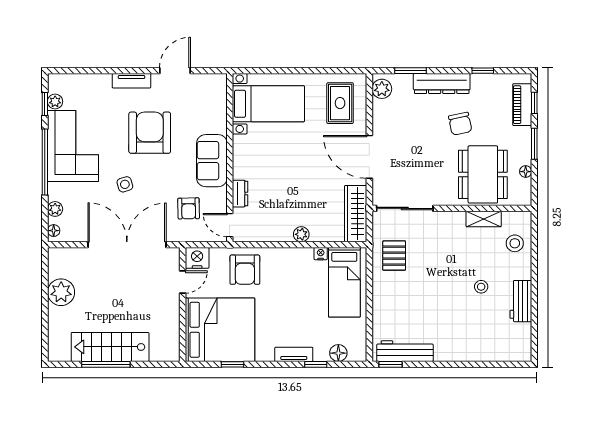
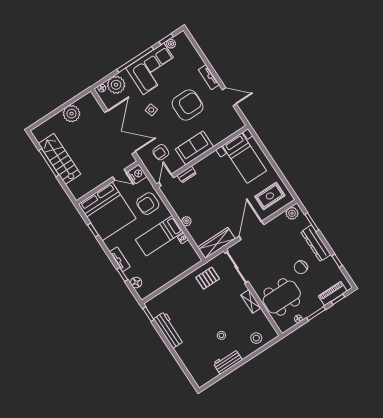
plant: (55, 209) -> (116, 85), width x1.88, depth x1.88
shelving: (484, 219) -> (251, 302), moved
bed: (344, 282) -> (159, 236), moved
workbench: (405, 351) -> (169, 330), moved

